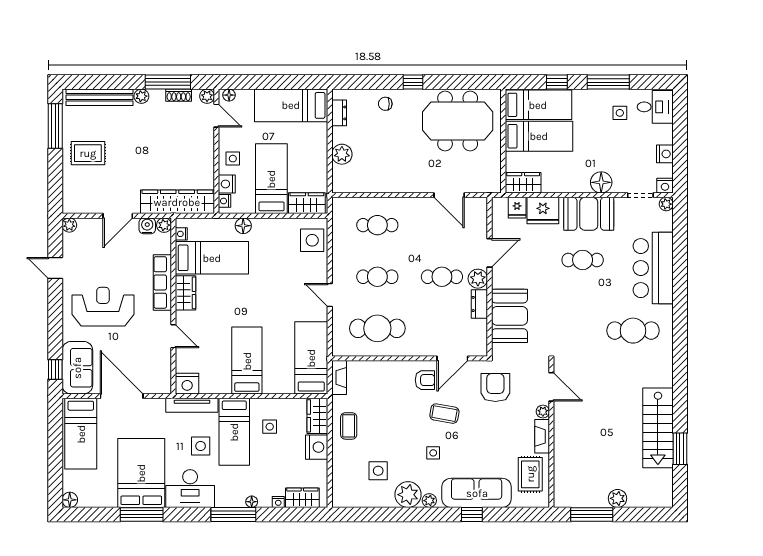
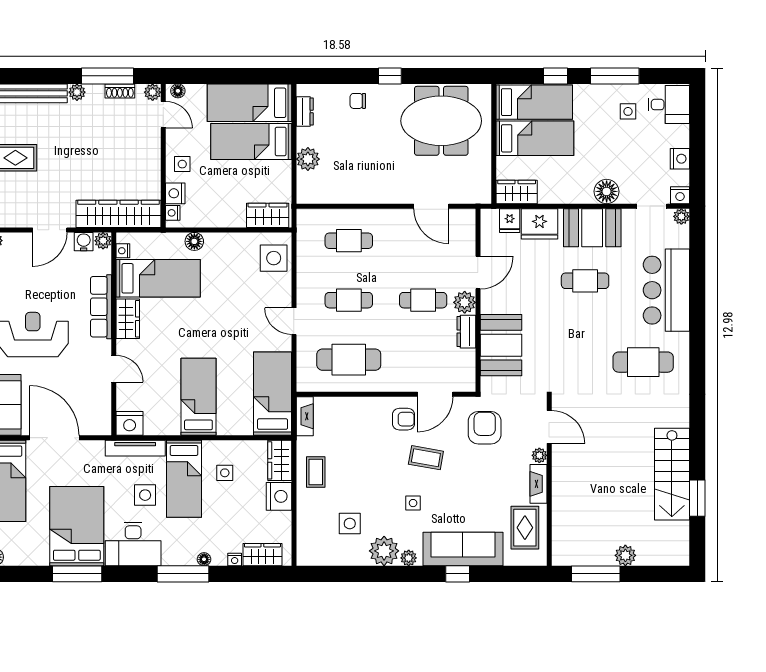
bed: (271, 179) -> (251, 141), moved, turned -90

